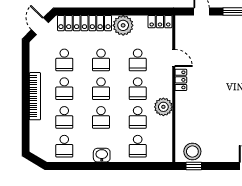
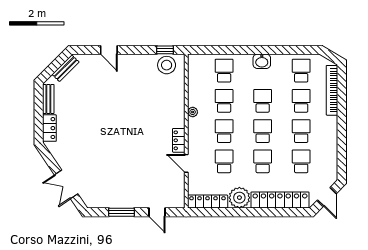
locker: (160, 22) -> (208, 202), width x1.53
bookcase: (35, 96) -> (332, 90), moved
plant: (163, 107) -> (193, 112), width x0.53, depth x0.53

